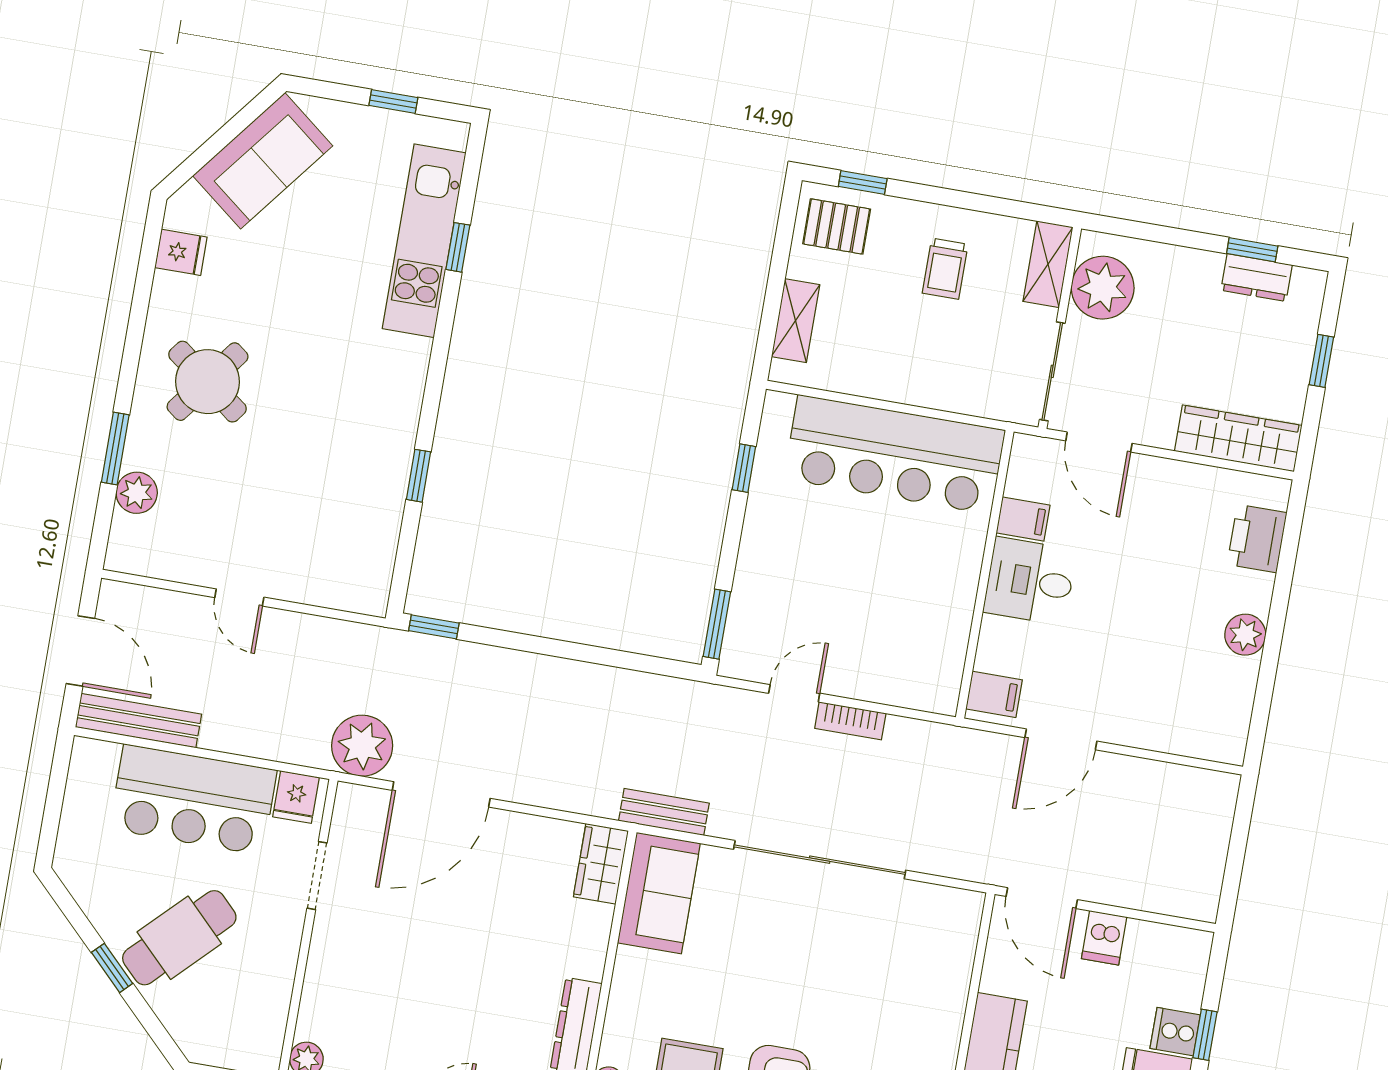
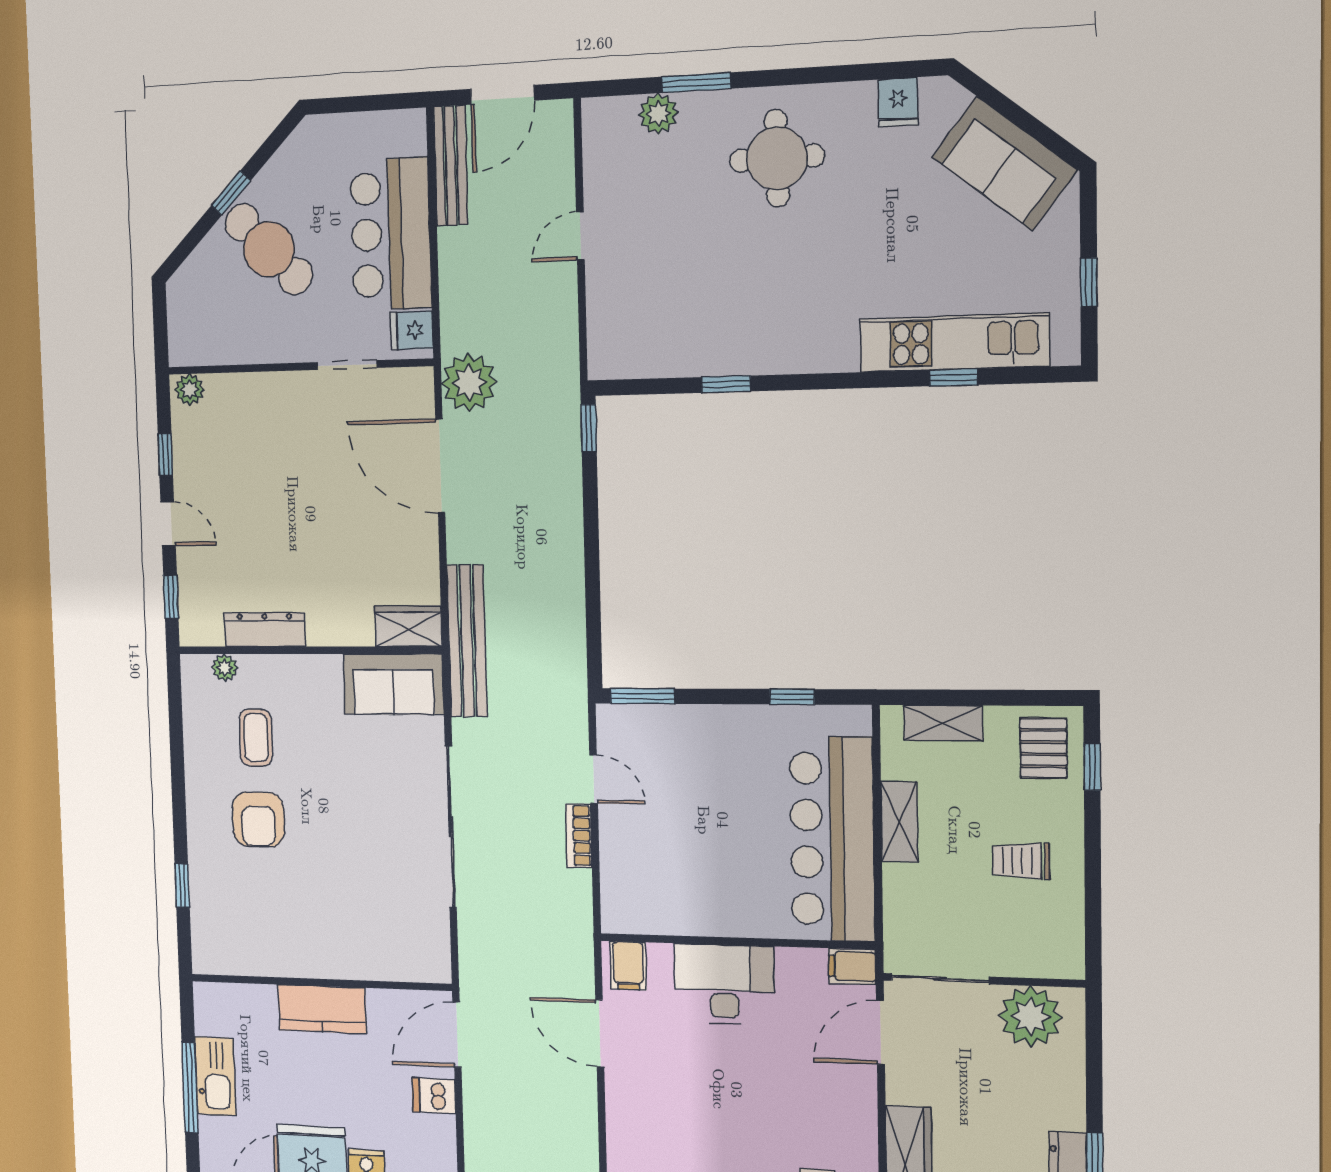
shelving: (1048, 264) -> (899, 822), moved, turned 90
round table: (208, 382) -> (777, 158), turned -38
filing cabinet: (1023, 519) -> (852, 966), moved, turned 90
desk: (1030, 581) -> (724, 984), width x1.37
bench: (664, 812) -> (467, 641), width x1.86, depth x1.21

